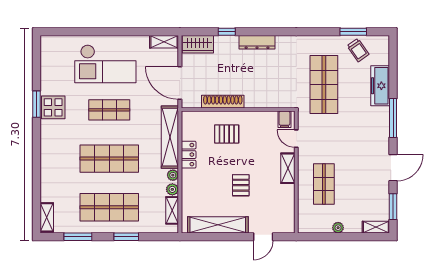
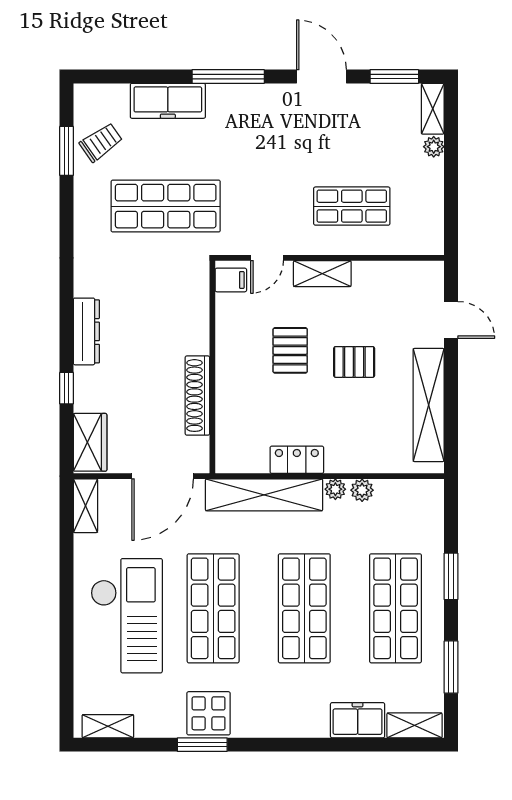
shop shelf: (109, 110) -> (213, 608), width x1.43, depth x1.36
pallet: (227, 134) -> (290, 350), moved
freezer: (50, 187) -> (358, 720), added
shelving: (172, 210) -> (108, 726), moved
plant: (338, 228) -> (434, 147), moved

